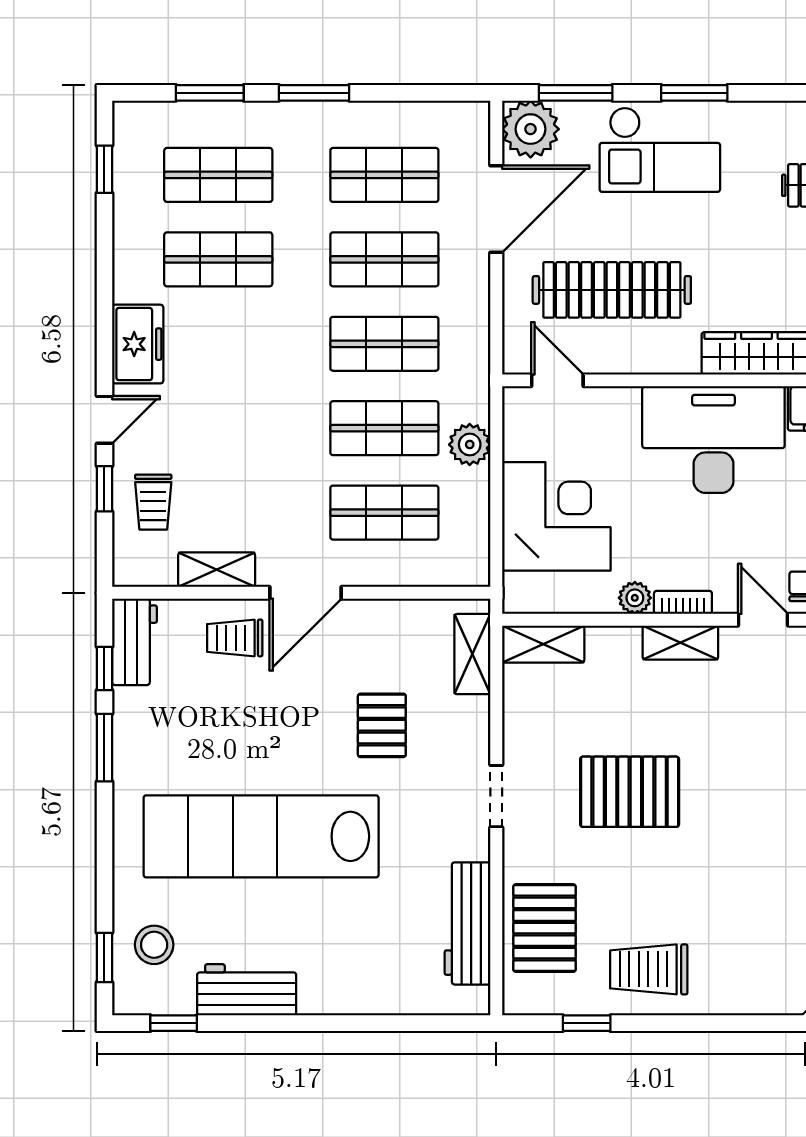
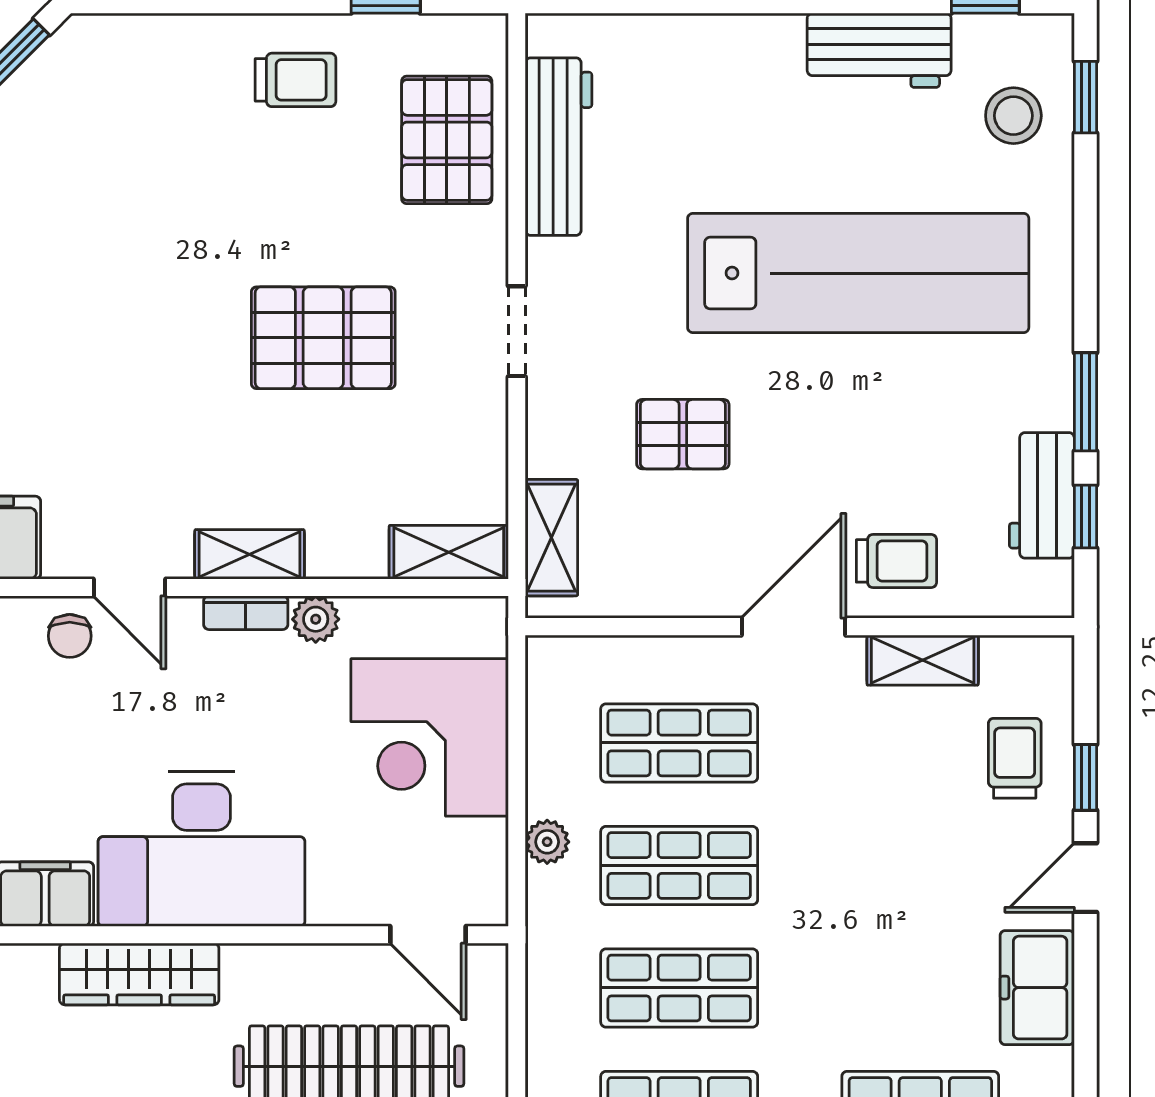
plant: (470, 445) -> (547, 842), width x0.73, depth x0.73
workbench: (135, 642) -> (1042, 495), moved
pallet: (382, 725) -> (683, 434), turned 90
trolley: (649, 969) -> (295, 80), width x0.73, depth x0.72

